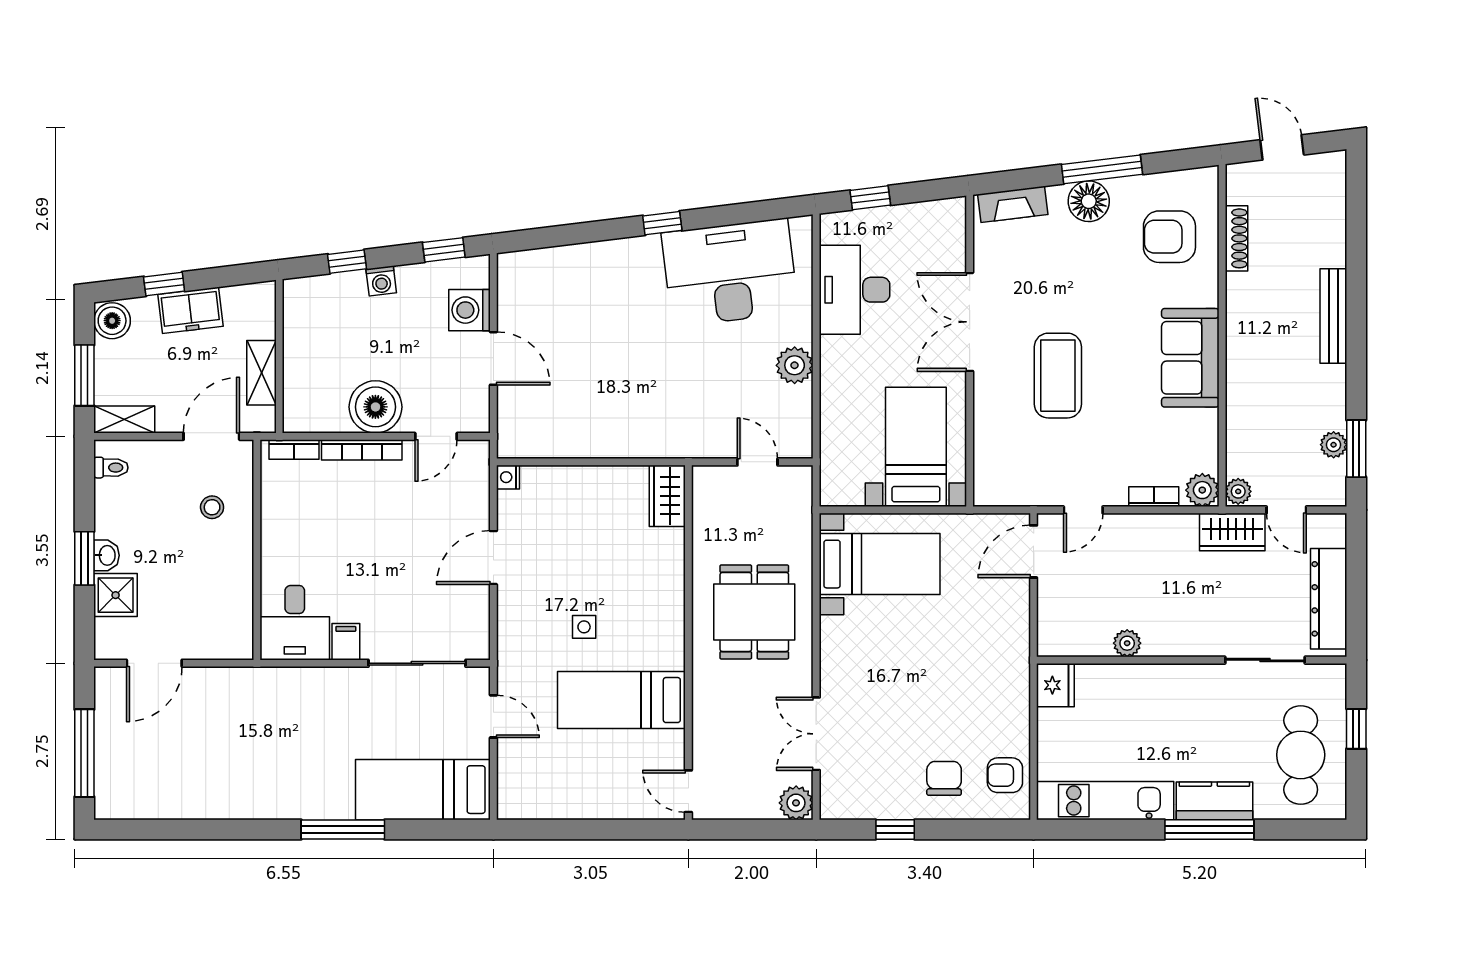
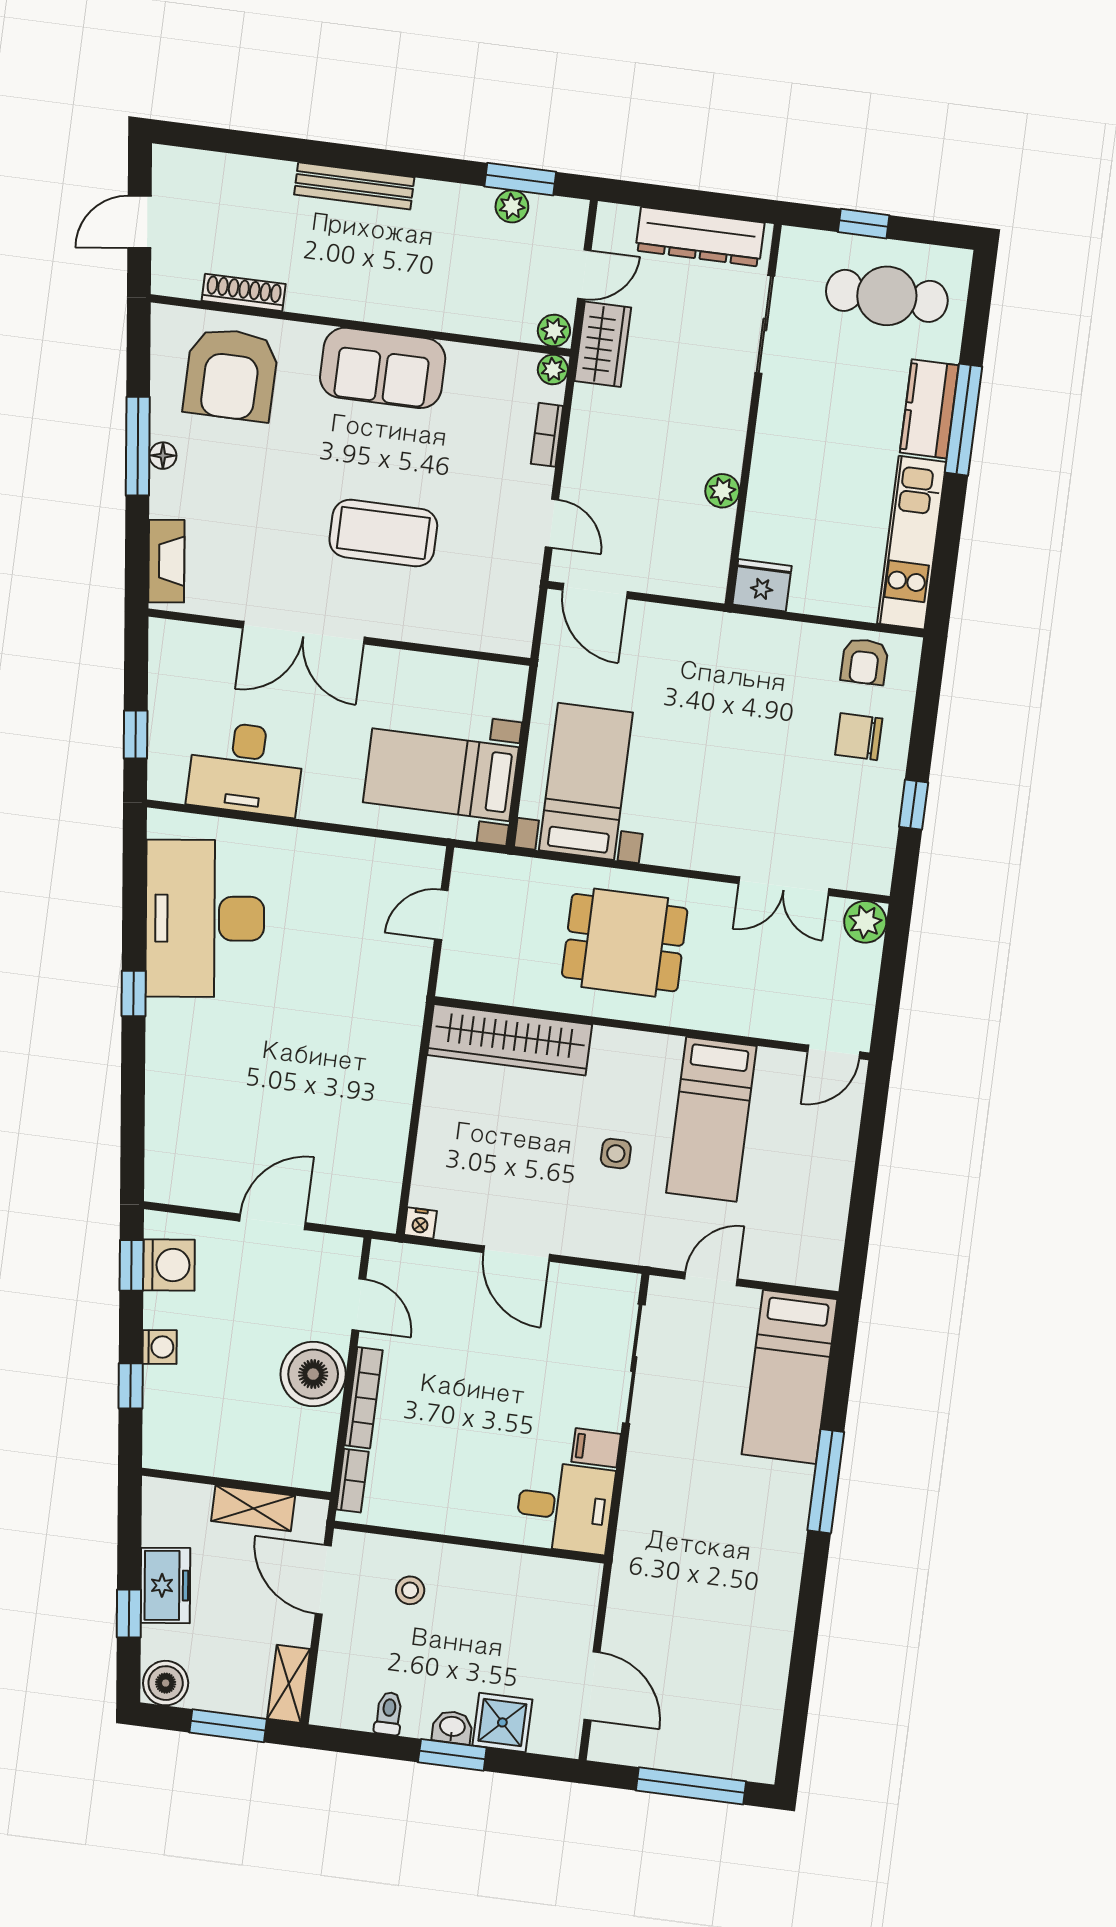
floor lamp: (1089, 201) -> (163, 456), width x0.53, depth x0.53
armchair: (1169, 237) -> (231, 374), width x1.36, depth x1.36
washing machine: (470, 310) -> (169, 1265), moved, turned -97
plant: (795, 365) -> (329, 854), removed
bed with nightstands: (916, 447) -> (441, 775), moved
toilet: (111, 468) -> (389, 1713), moved
plant: (1202, 490) -> (553, 370), width x0.73, depth x0.73
wardrobe: (667, 496) -> (510, 1040), width x2.10, depth x1.17

